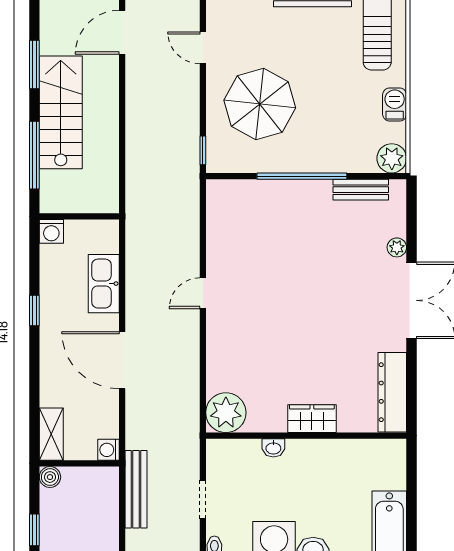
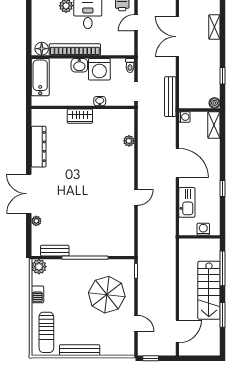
washing machine: (51, 231) -> (203, 229), moved
plant: (226, 413) -> (129, 141), width x0.53, depth x0.53
wardrobe: (312, 419) -> (80, 116), moved
wall: (306, 436) -> (83, 107), moved
washbasin: (273, 448) -> (100, 101), moved

